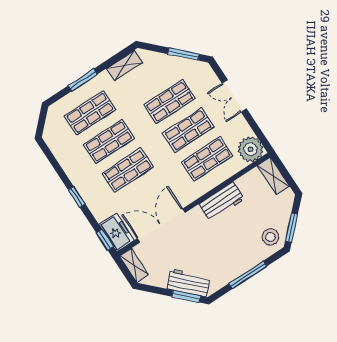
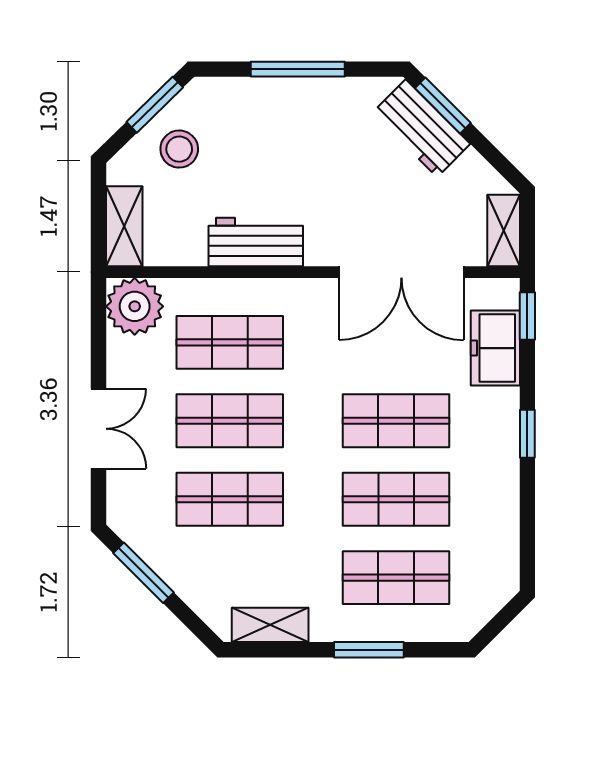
freezer: (117, 232) -> (495, 348), moved
stool: (270, 237) -> (179, 149), moved

